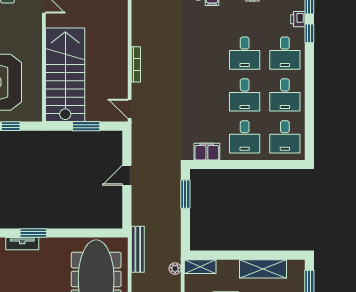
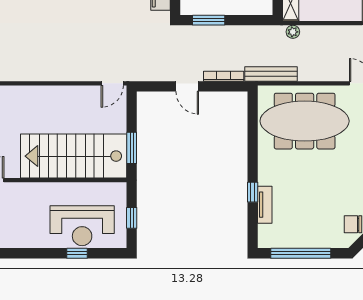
bookcase: (136, 64) -> (224, 76), moved
window: (86, 126) -> (132, 148), moved
window: (33, 233) -> (253, 192), width x0.67

